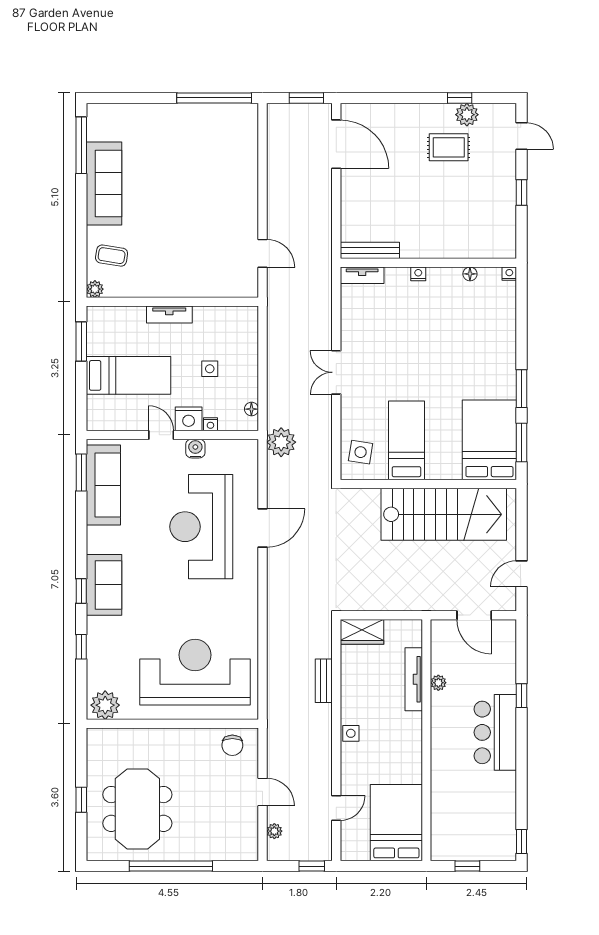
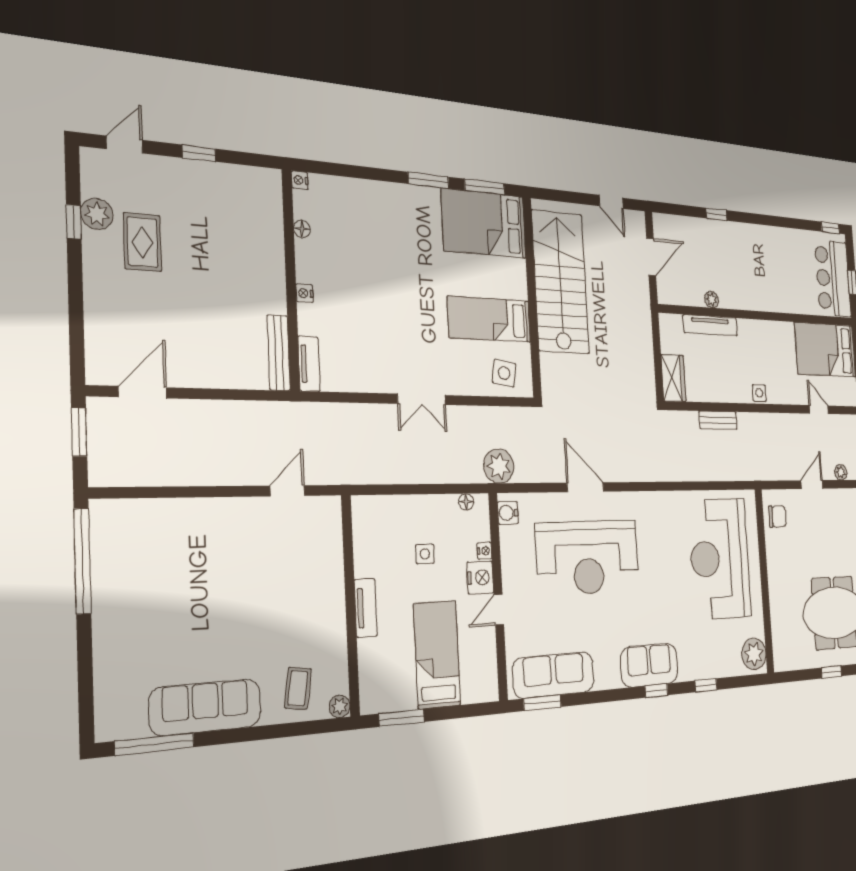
door: (336, 144) -> (143, 392), width x0.73
water cooler: (195, 449) -> (508, 513), moved
bar counter: (495, 732) -> (833, 278), moved, turned 90

